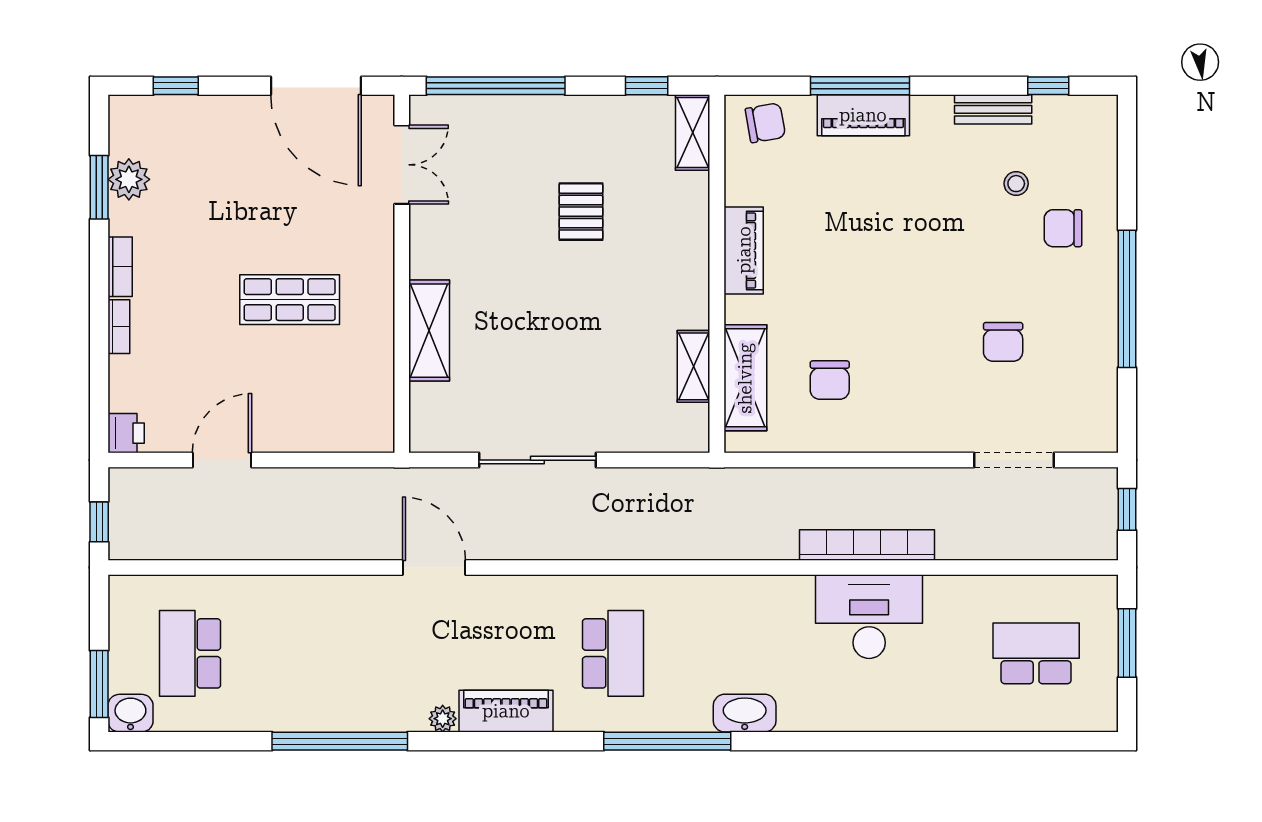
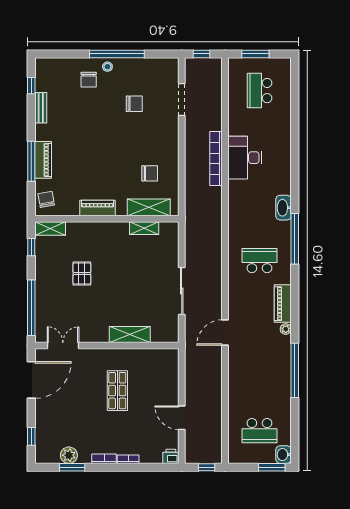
stool: (1016, 184) -> (107, 67), moved
pallet: (581, 212) -> (82, 273), turned 90

